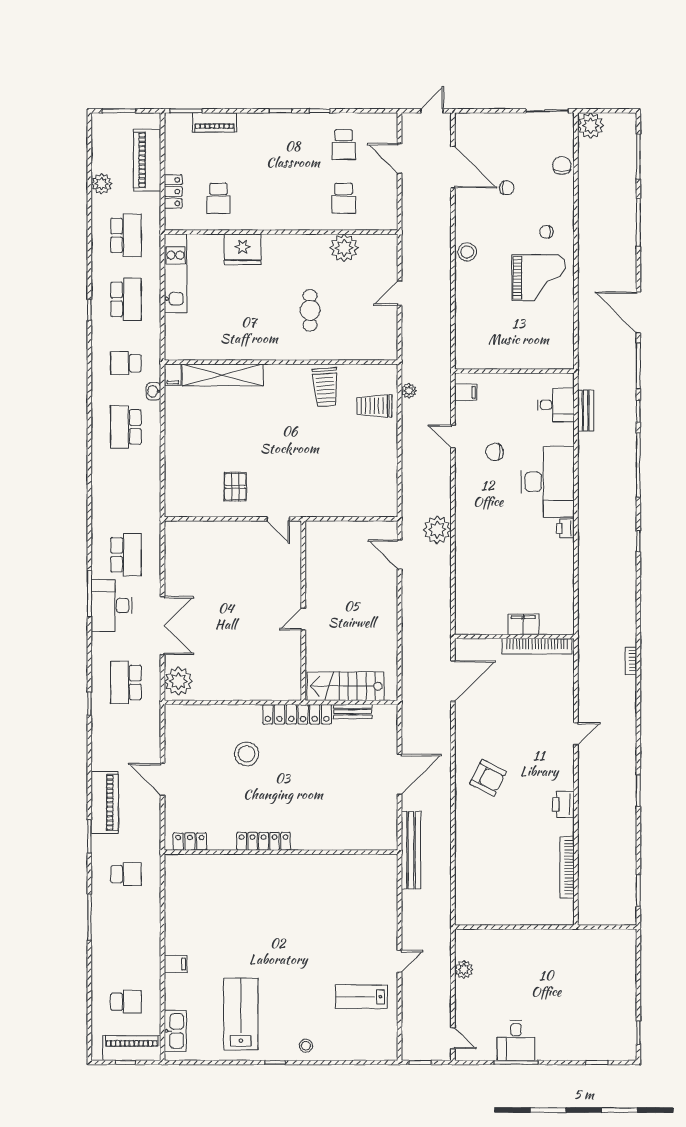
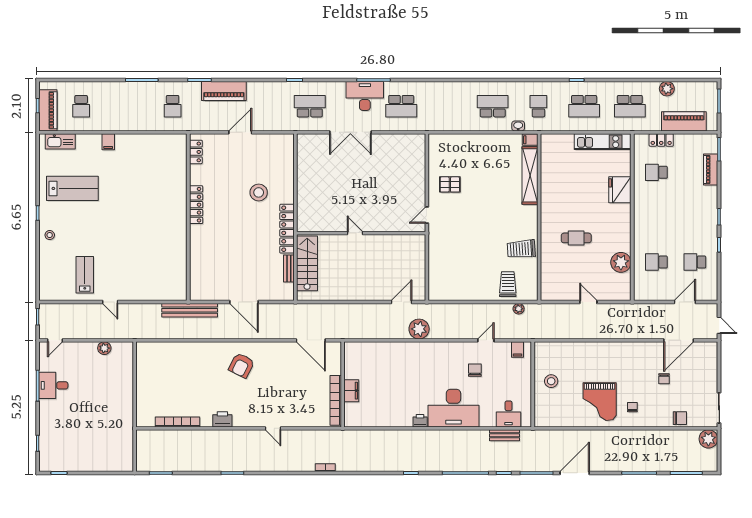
stool: (467, 252) -> (551, 381), moved
plant: (178, 681) -> (311, 144), removed

